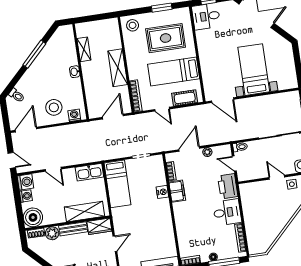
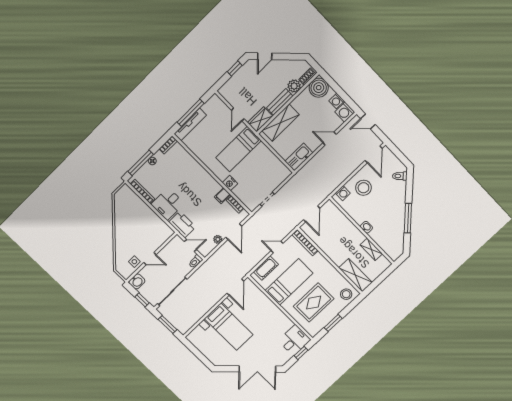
shelving: (118, 68) -> (355, 275), moved
door: (223, 100) -> (235, 287), swing flipped
bed: (117, 184) -> (238, 149), moved, turned -90
filing cabinet: (177, 191) -> (222, 196), width x0.50

